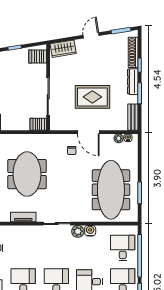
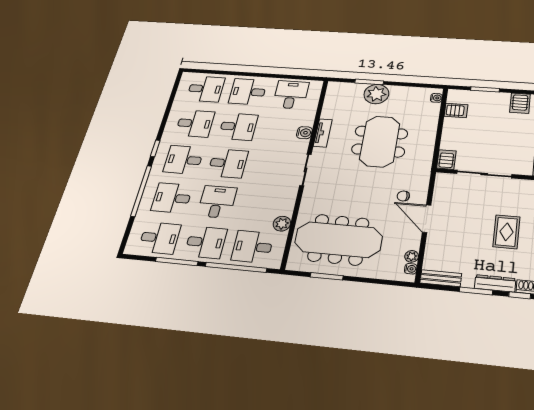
rug: (92, 97) -> (506, 232), moved, width x0.73, depth x0.70
door: (88, 132) -> (427, 219), hinge flipped
meeting table: (27, 174) -> (380, 141), turned 90
plant: (78, 231) -> (282, 224), moved
water cooler: (90, 231) -> (304, 133), moved
desk: (123, 248) -> (253, 247), turned 180

